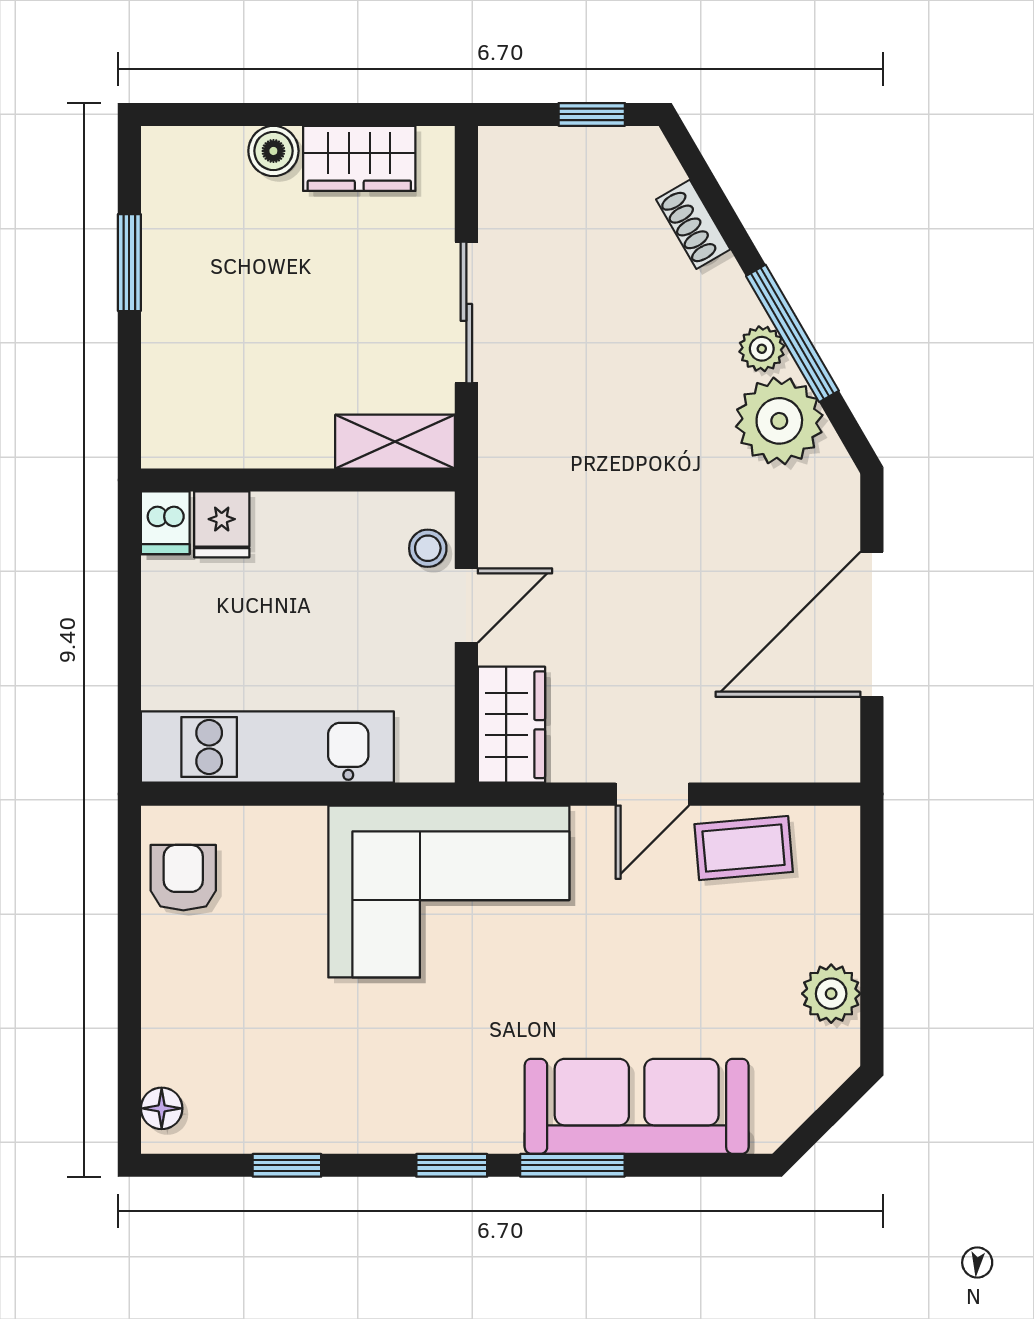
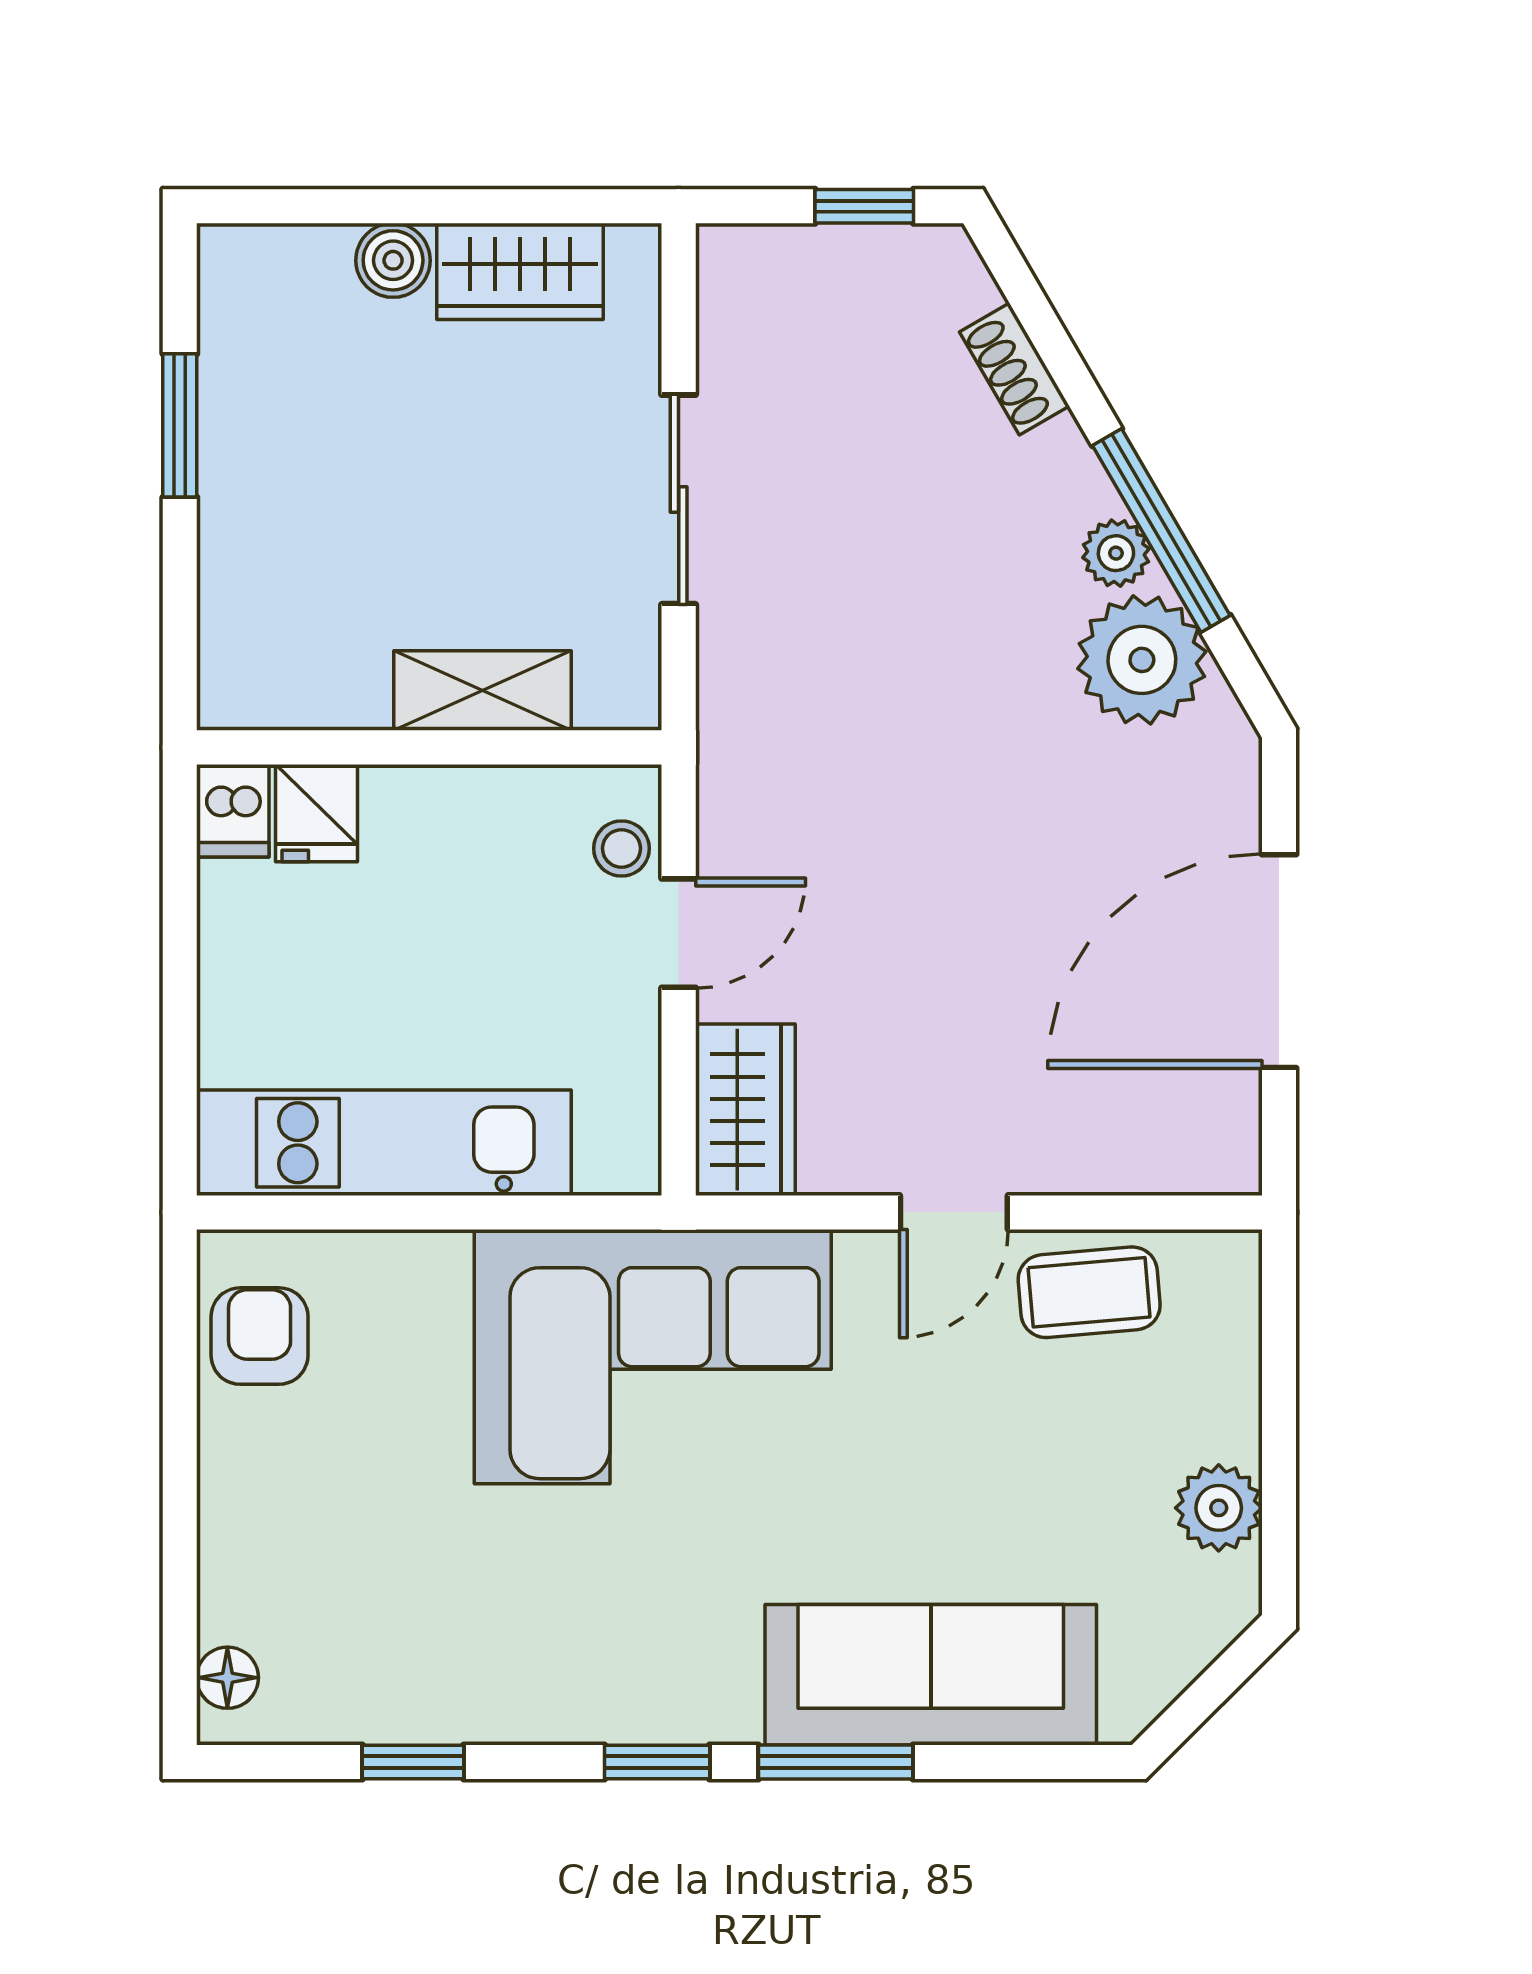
shelving: (395, 442) -> (482, 691), moved

